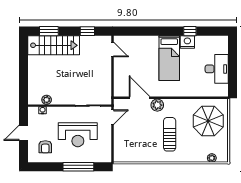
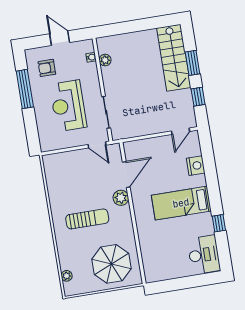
window: (49, 31) -> (193, 63), moved
nightstand: (187, 42) -> (196, 166), moved
desk: (217, 69) -> (204, 255), moved, turned -90
window: (78, 167) -> (25, 89), moved

